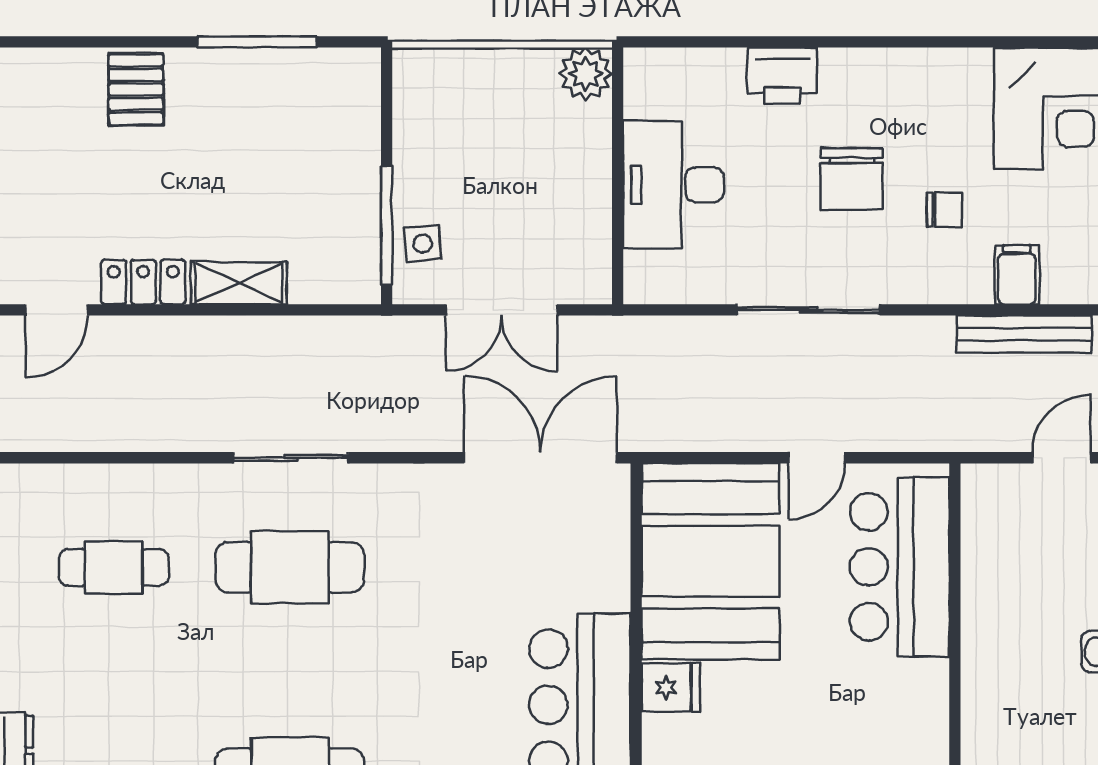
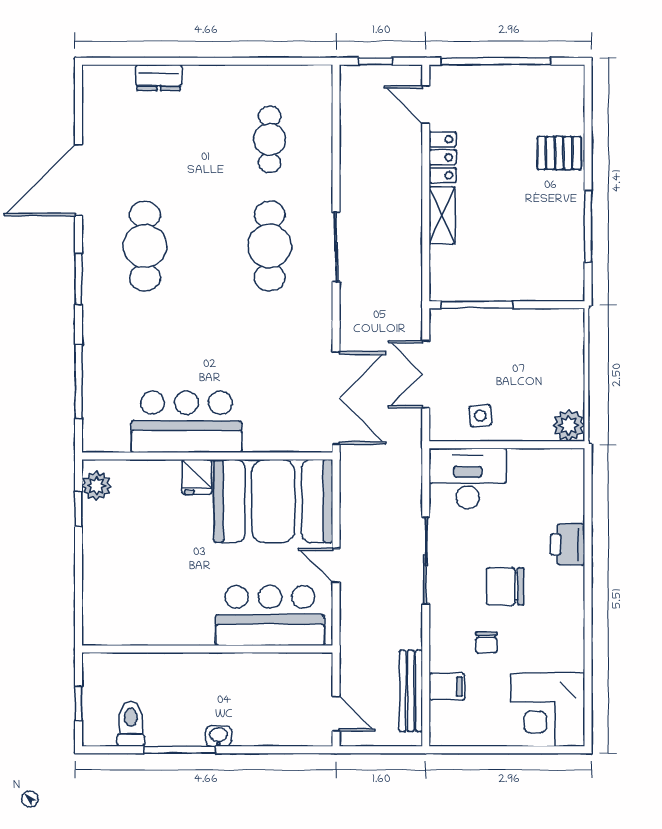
desk: (673, 185) -> (468, 478), moved
side table: (423, 244) -> (480, 416), moved

